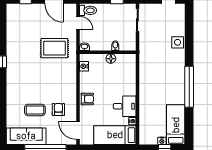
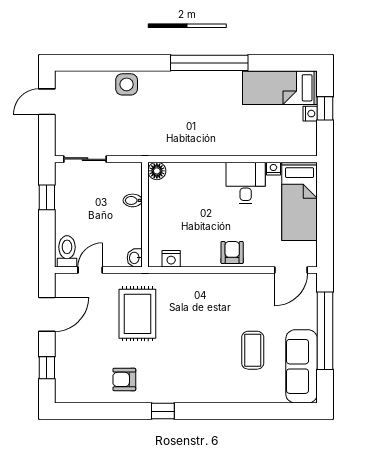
floor lamp: (111, 59) -> (157, 171), moved
armchair: (58, 109) -> (124, 379), moved

